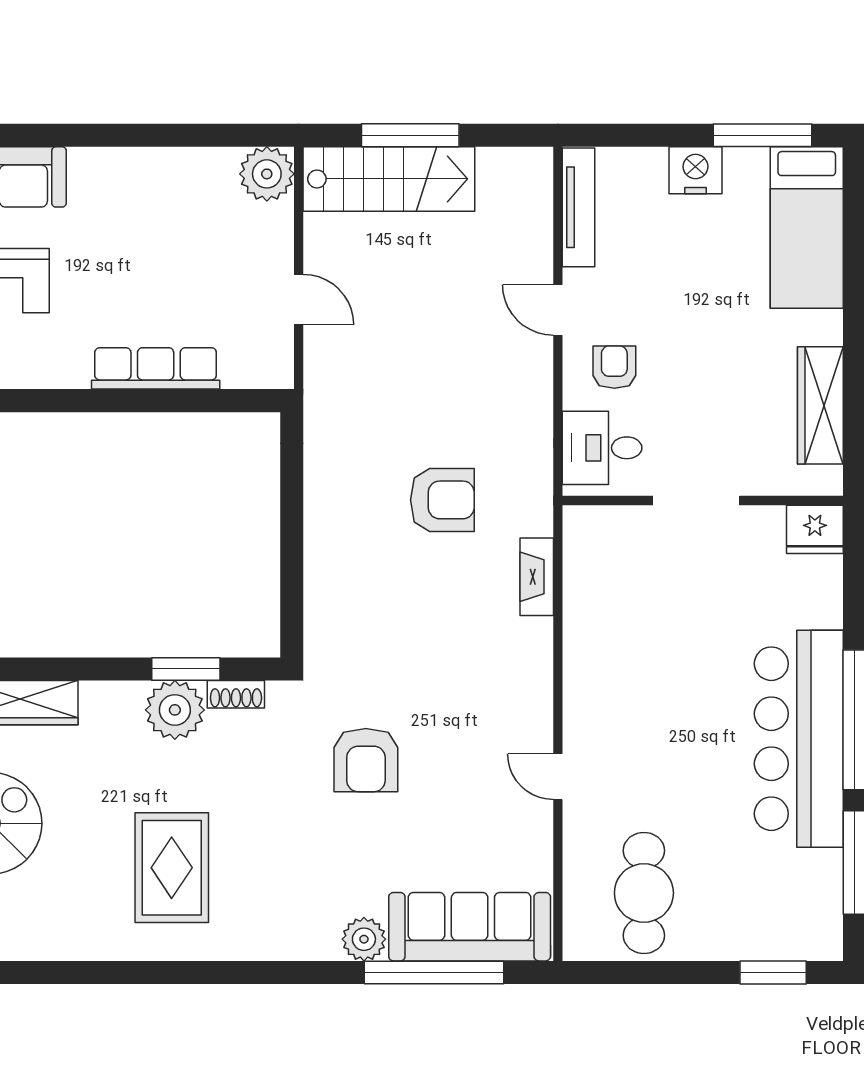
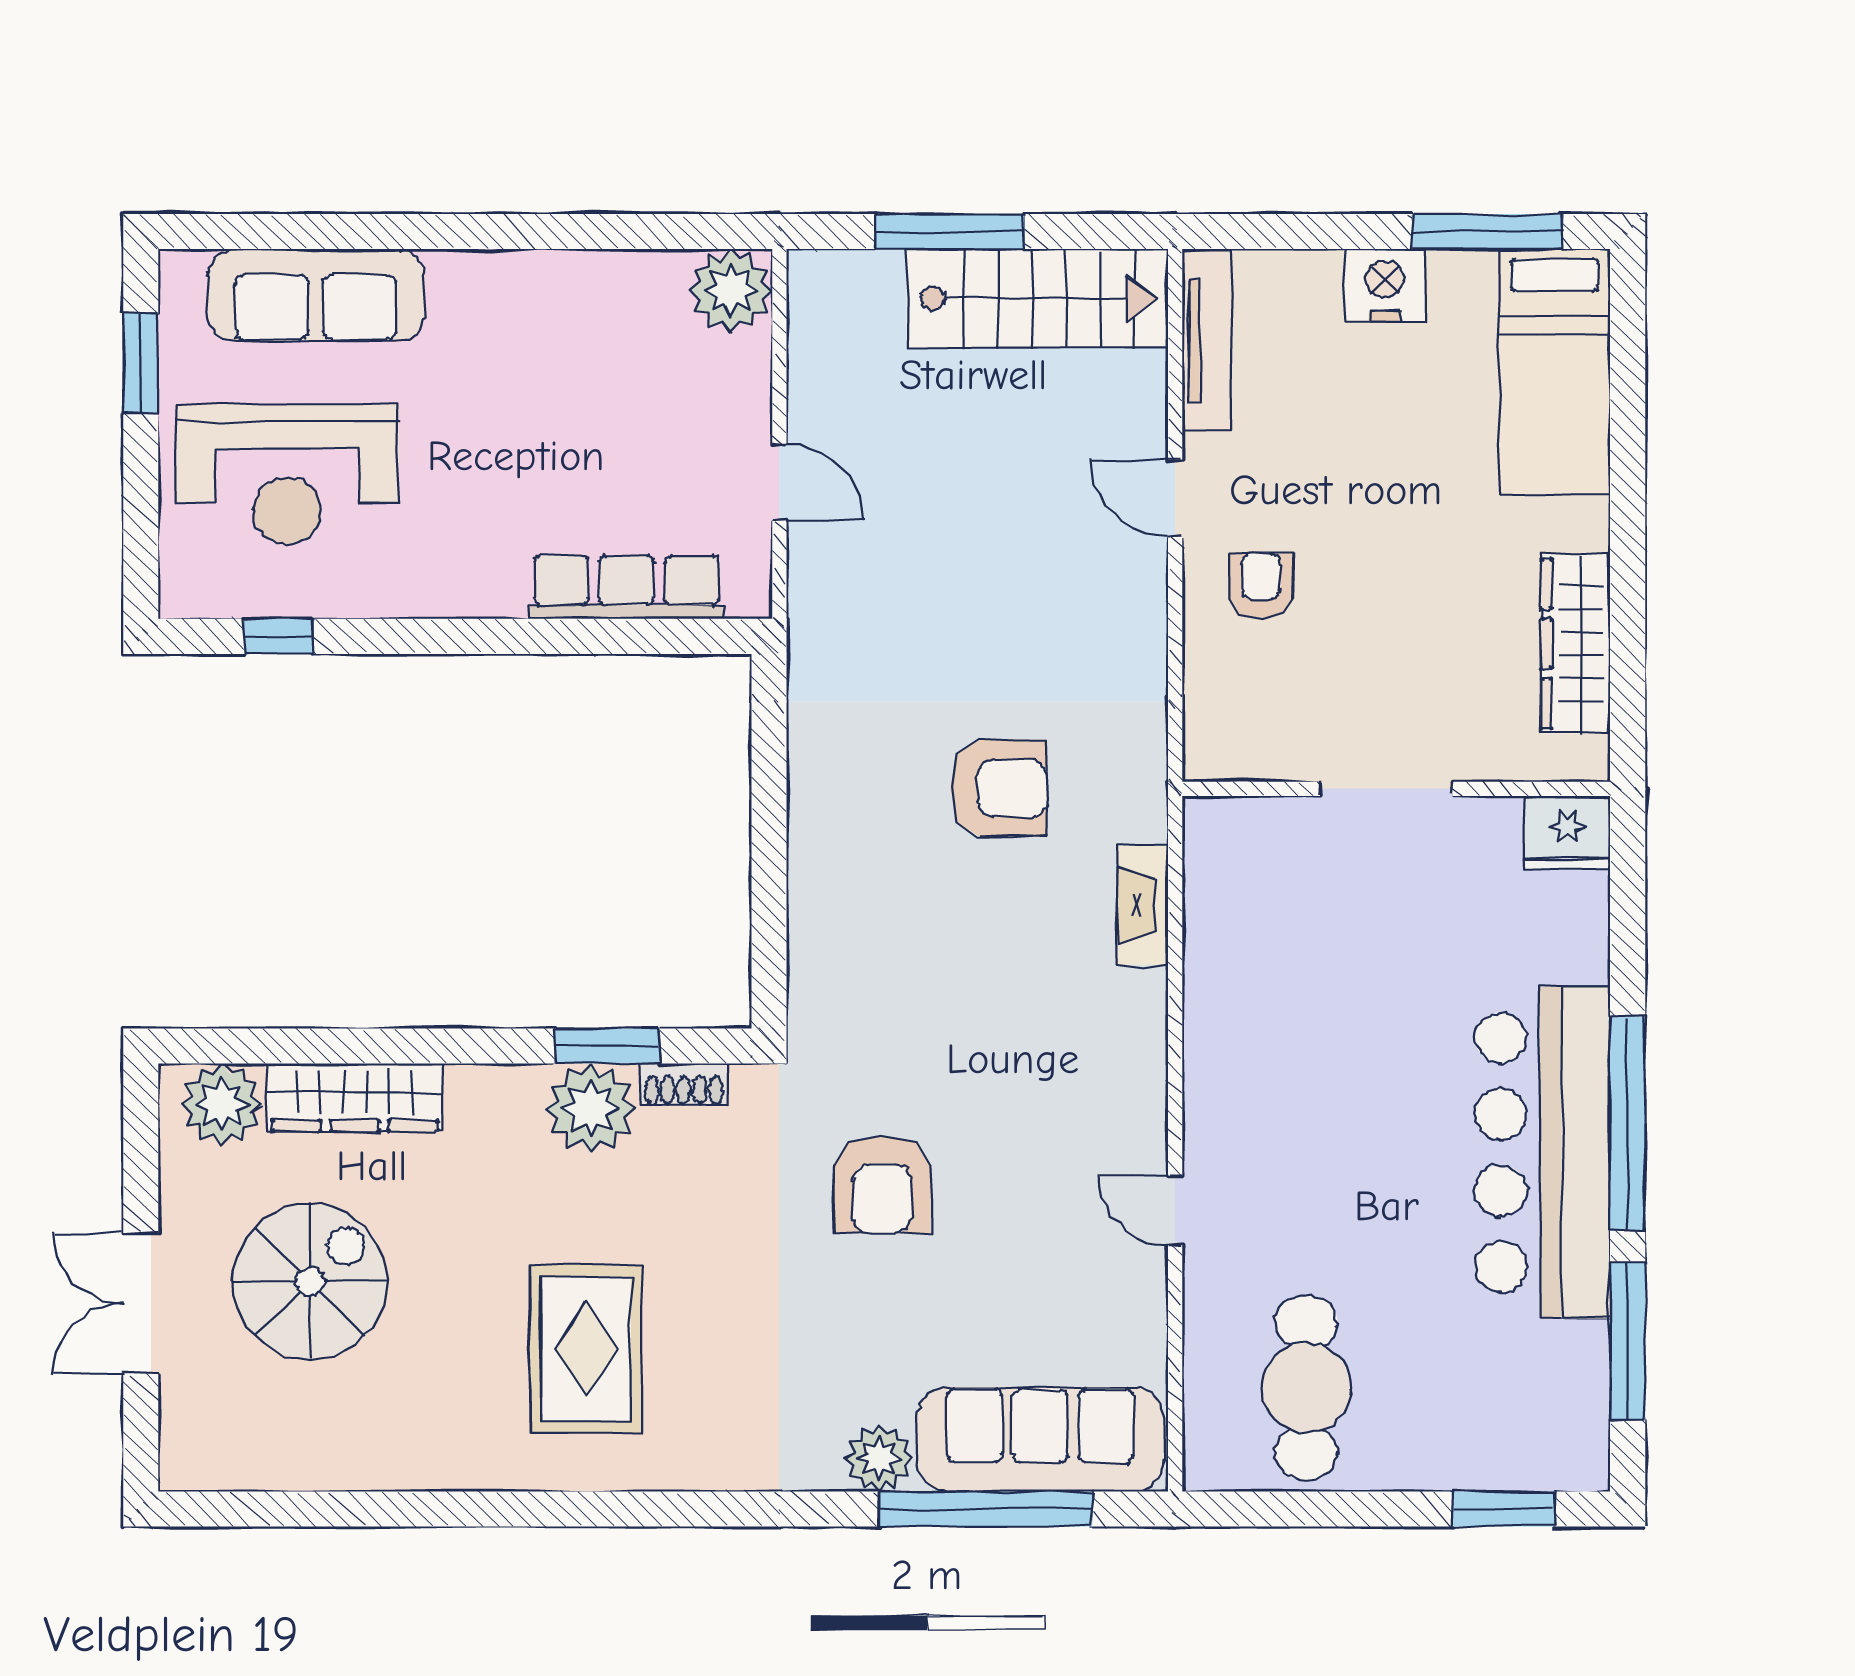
stairs: (389, 179) -> (1037, 298), moved
row of seats: (156, 368) -> (627, 587), moved
desk: (602, 448) -> (1243, 708), removed

